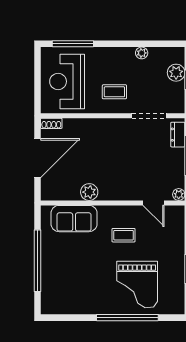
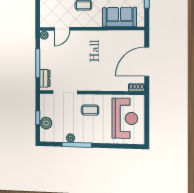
window: (73, 44) -> (77, 145), moved
plant: (89, 192) -> (108, 37), removed
door: (153, 203) -> (62, 29), swing flipped

